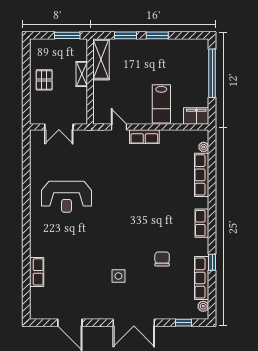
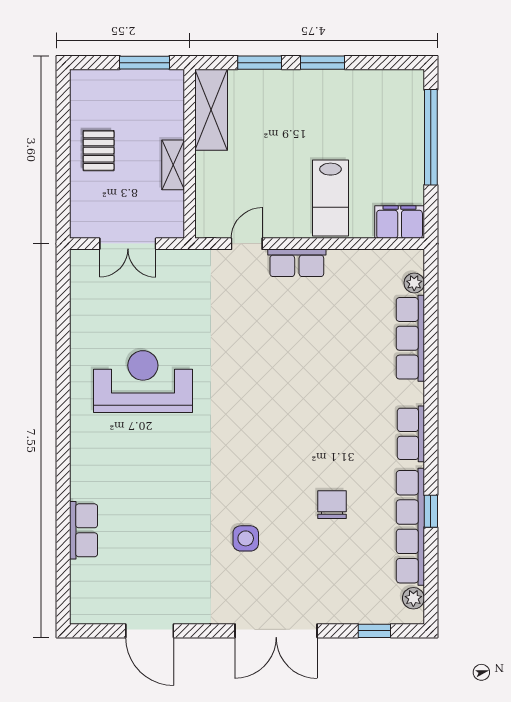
shelving: (82, 74) -> (173, 165), moved
door: (119, 127) -> (247, 244), hinge flipped
reception desk: (66, 197) -> (143, 382), turned 180
row of seats: (202, 278) -> (410, 527), width x1.36

